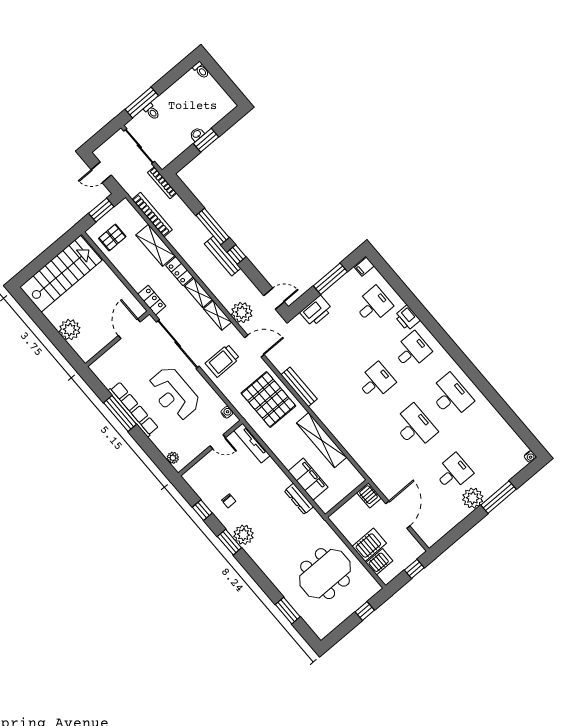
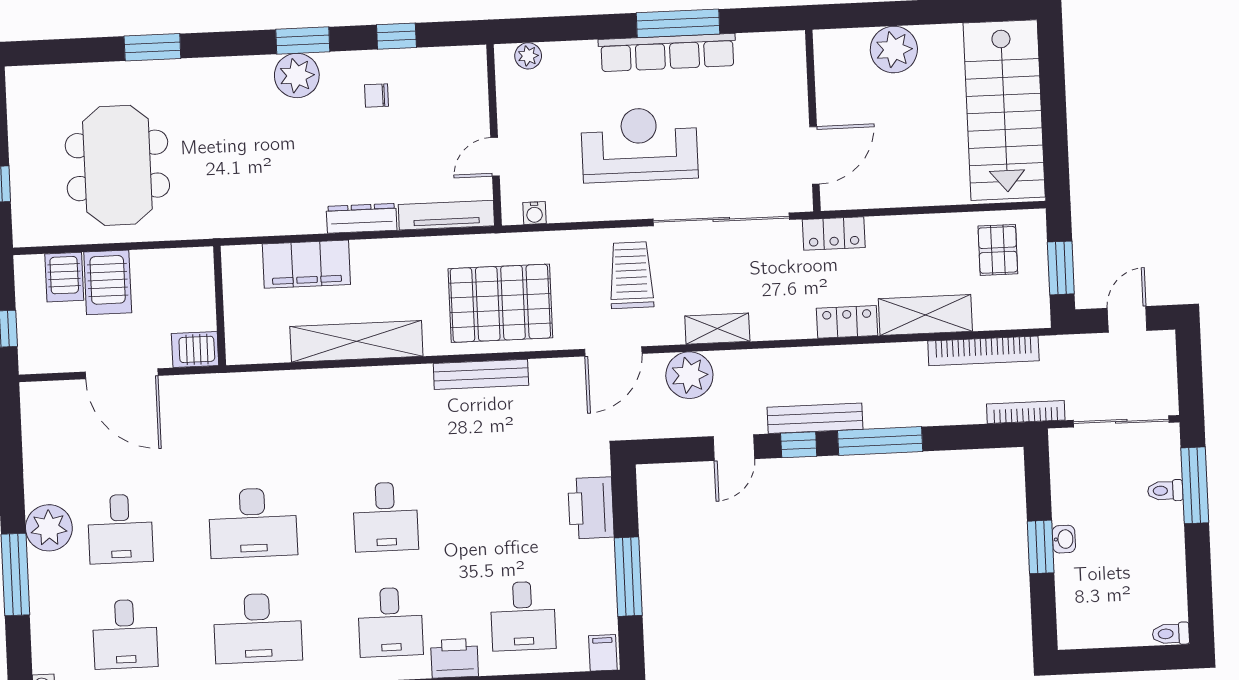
shelving: (198, 293) -> (783, 326), removed
door: (274, 299) -> (734, 448), moved
door: (129, 329) -> (814, 155), hinge flipped
desk: (489, 442) -> (125, 634), added
dresser: (299, 499) -> (362, 218), moved
window: (288, 611) -> (152, 47), moved

